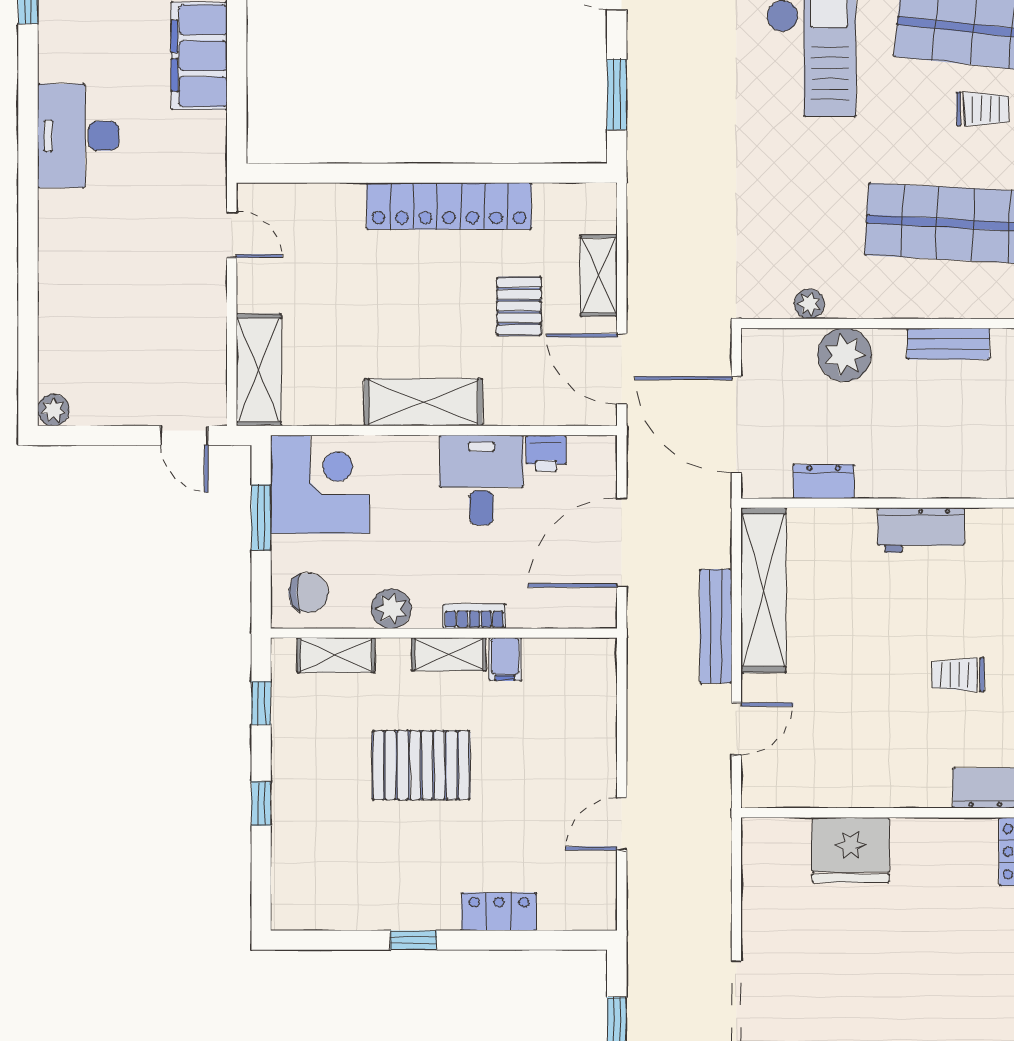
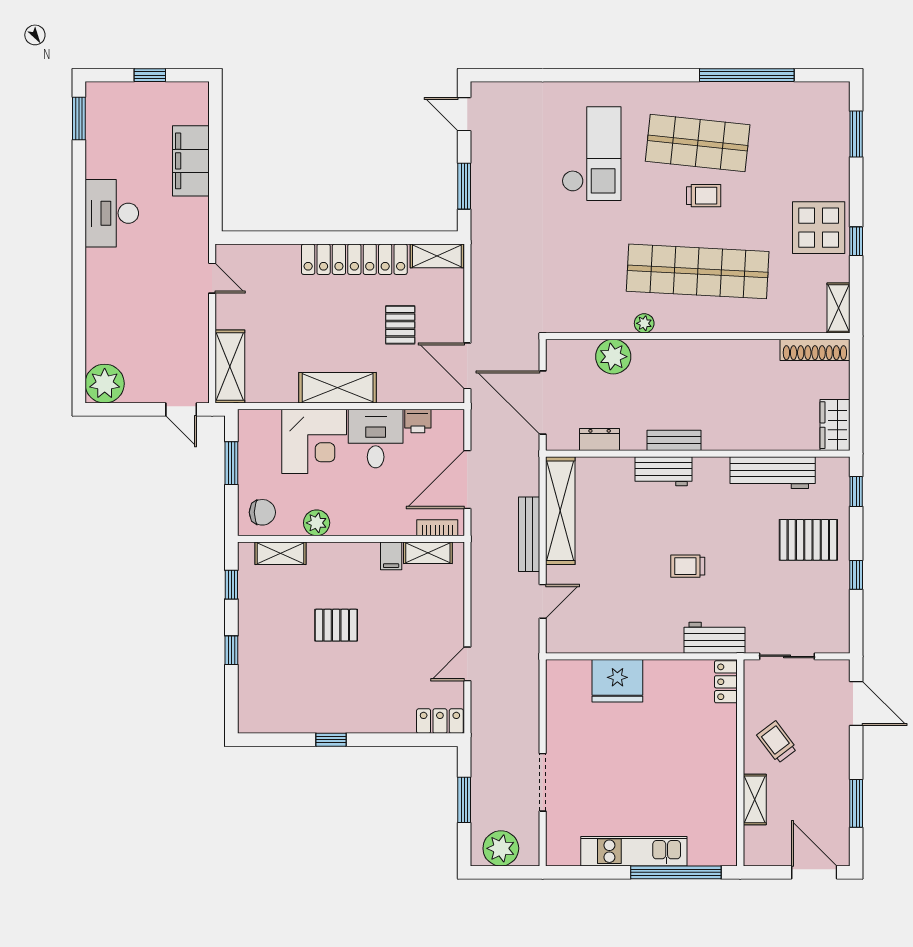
shelving: (599, 275) -> (437, 256), moved, turned 90
plant: (809, 304) -> (644, 323), moved
bench: (948, 344) -> (674, 440), moved
plant: (53, 410) -> (105, 384), width x1.88, depth x1.88
corner desk: (320, 484) -> (314, 441), moved, turned 90
bookcase: (474, 616) -> (437, 528), moved
shelving: (449, 654) -> (428, 553), moved
pallet: (421, 765) -> (336, 625), width x0.67, depth x0.71
locker: (499, 912) -> (440, 721), moved

